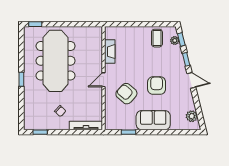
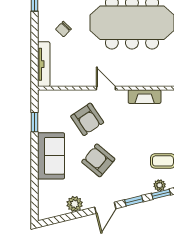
armchair: (157, 85) -> (98, 160), turned -140
armchair: (126, 94) -> (87, 119), turned 105
plant: (192, 116) -> (75, 204), moved

